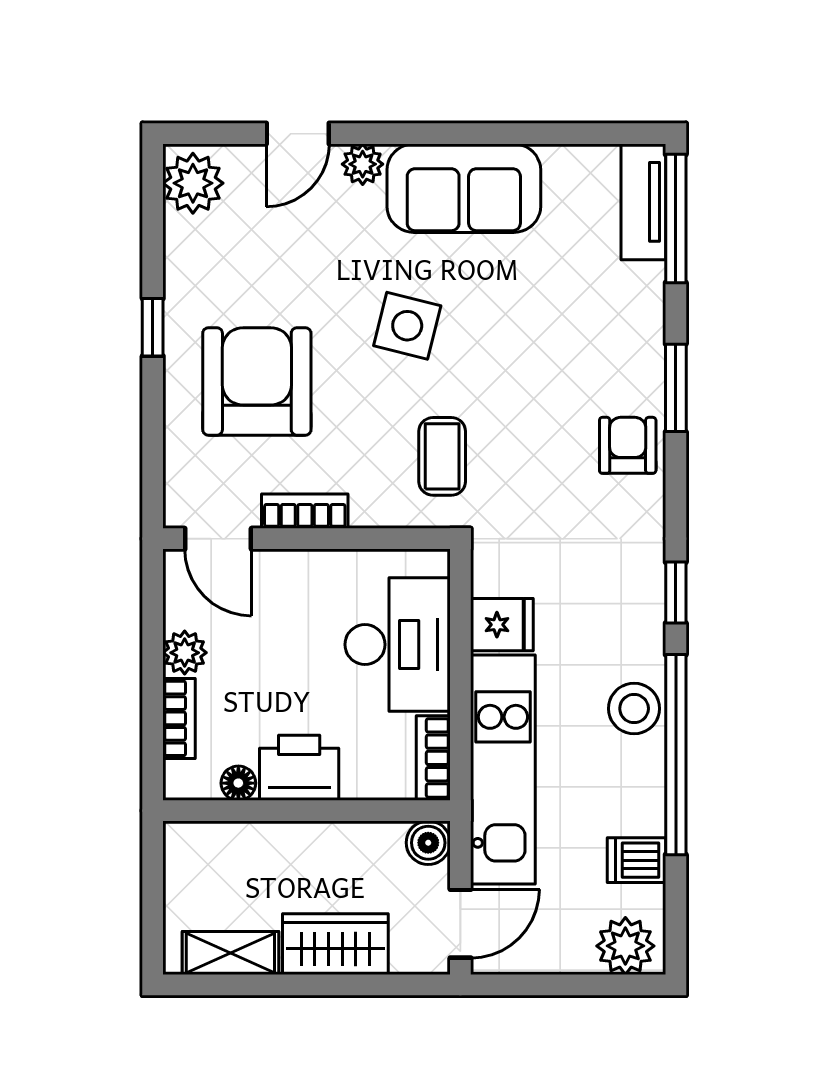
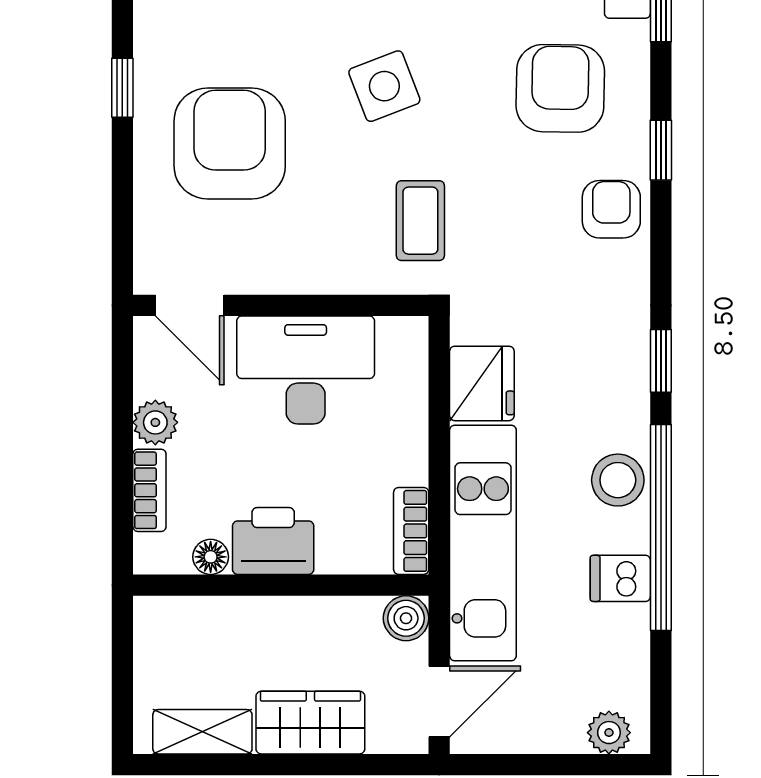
side table: (407, 326) -> (384, 86), turned -35
armchair: (578, 328) -> (560, 88), added
window: (676, 388) -> (661, 150), width x0.67
bookcase: (305, 511) -> (279, 277), removed
fridge: (502, 625) -> (482, 383), width x1.38
desk: (398, 645) -> (306, 370), moved, turned -90
dishwasher: (636, 860) -> (620, 578), moved
plant: (625, 946) -> (609, 733), width x0.73, depth x0.73

